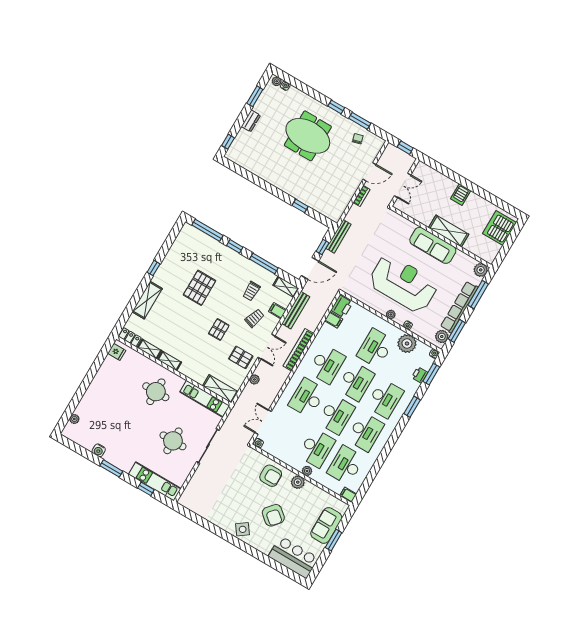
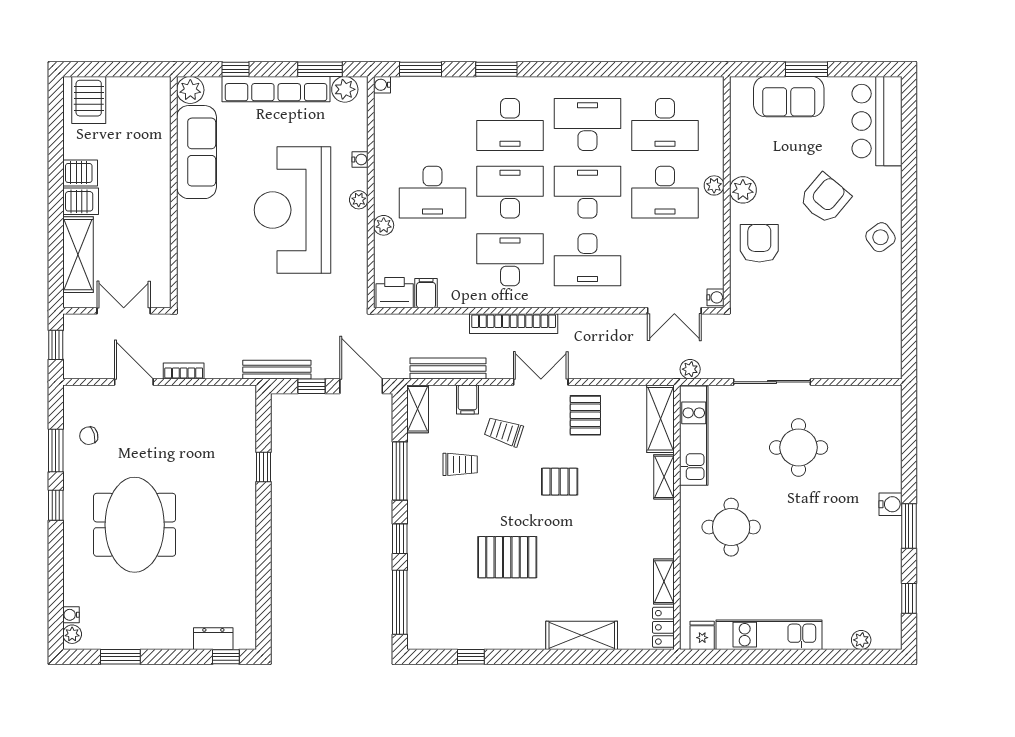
dresser: (251, 121) -> (213, 639), moved
server rack: (473, 202) -> (80, 173), added
server rack: (499, 228) -> (89, 100), width x0.62
shelving: (449, 231) -> (78, 255), moved
sofa: (433, 245) -> (196, 152), moved
window: (154, 268) -> (471, 657), moved
window: (478, 295) -> (235, 69), width x0.46
plant: (407, 344) -> (384, 225), moved, width x0.53, depth x0.53
shelving: (170, 361) -> (664, 477), moved
printer: (420, 375) -> (434, 88), removed
plant: (254, 379) -> (690, 369), moved
desk: (385, 399) -> (510, 124), turned 180
desk: (317, 448) -> (665, 192), turned 180
water cooler: (99, 450) -> (890, 504), moved
kitchen unit: (155, 481) -> (769, 635), moved, turned 90
window: (146, 489) -> (909, 598), moved
filing cabinet: (348, 495) -> (714, 90), removed

